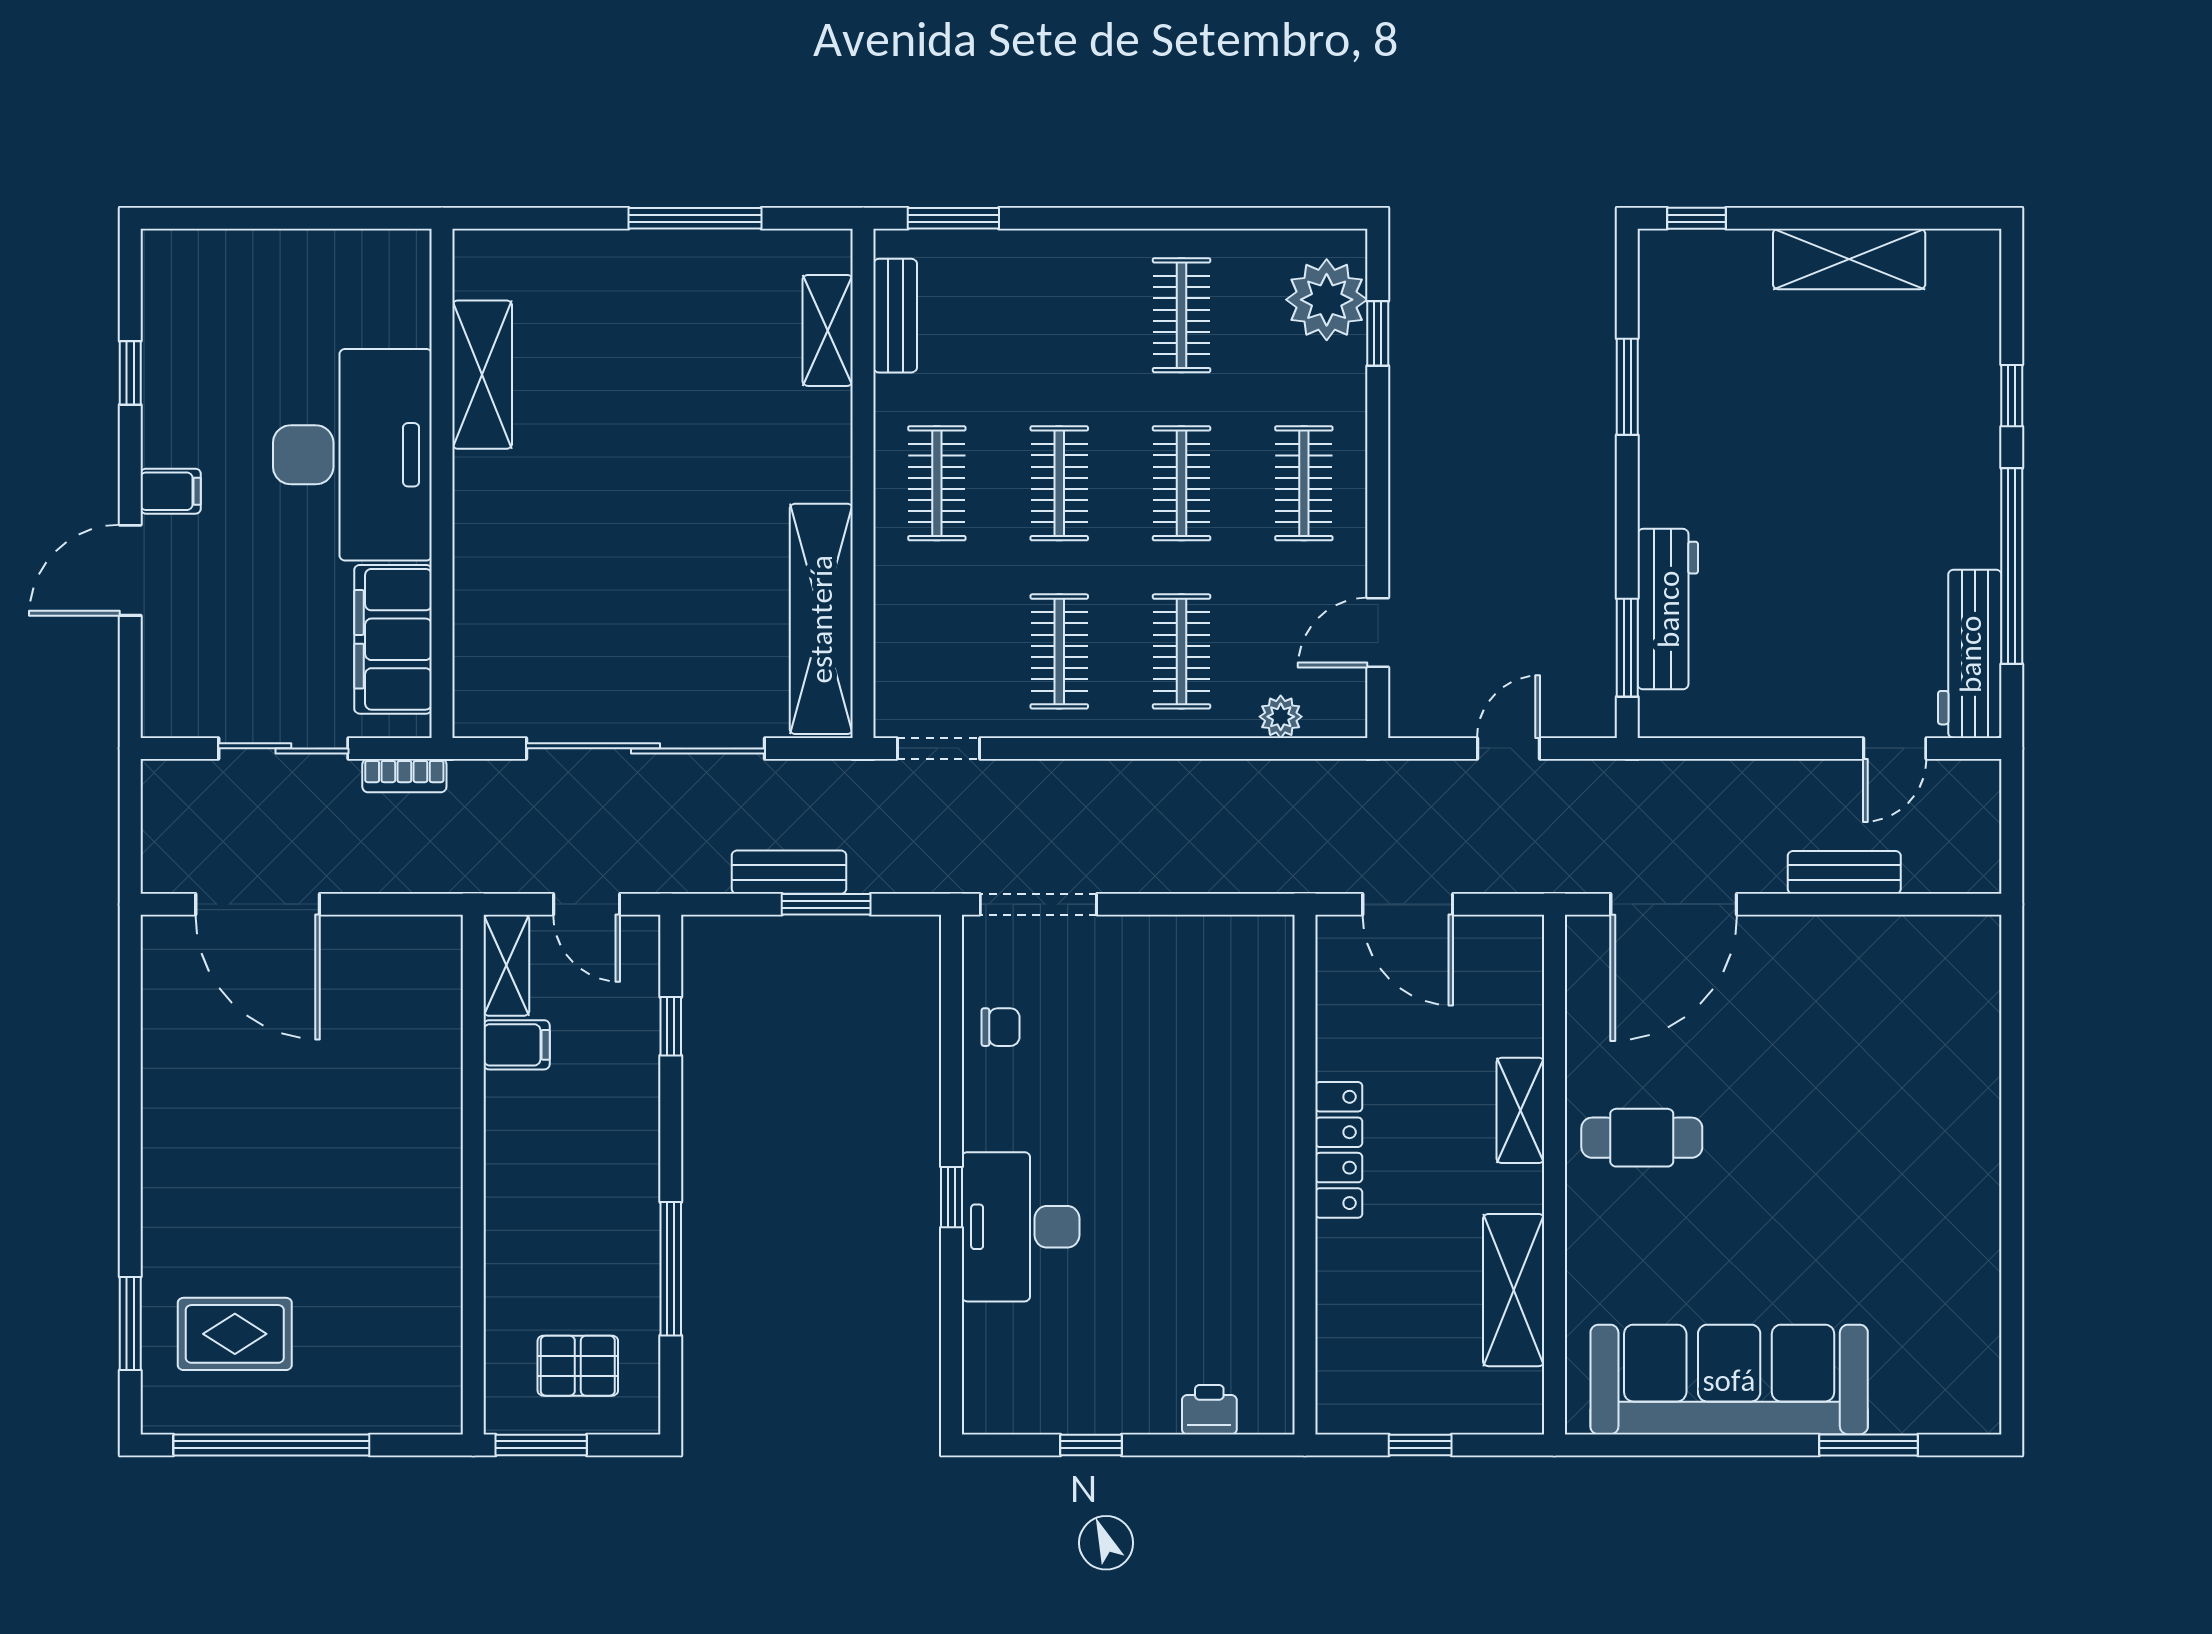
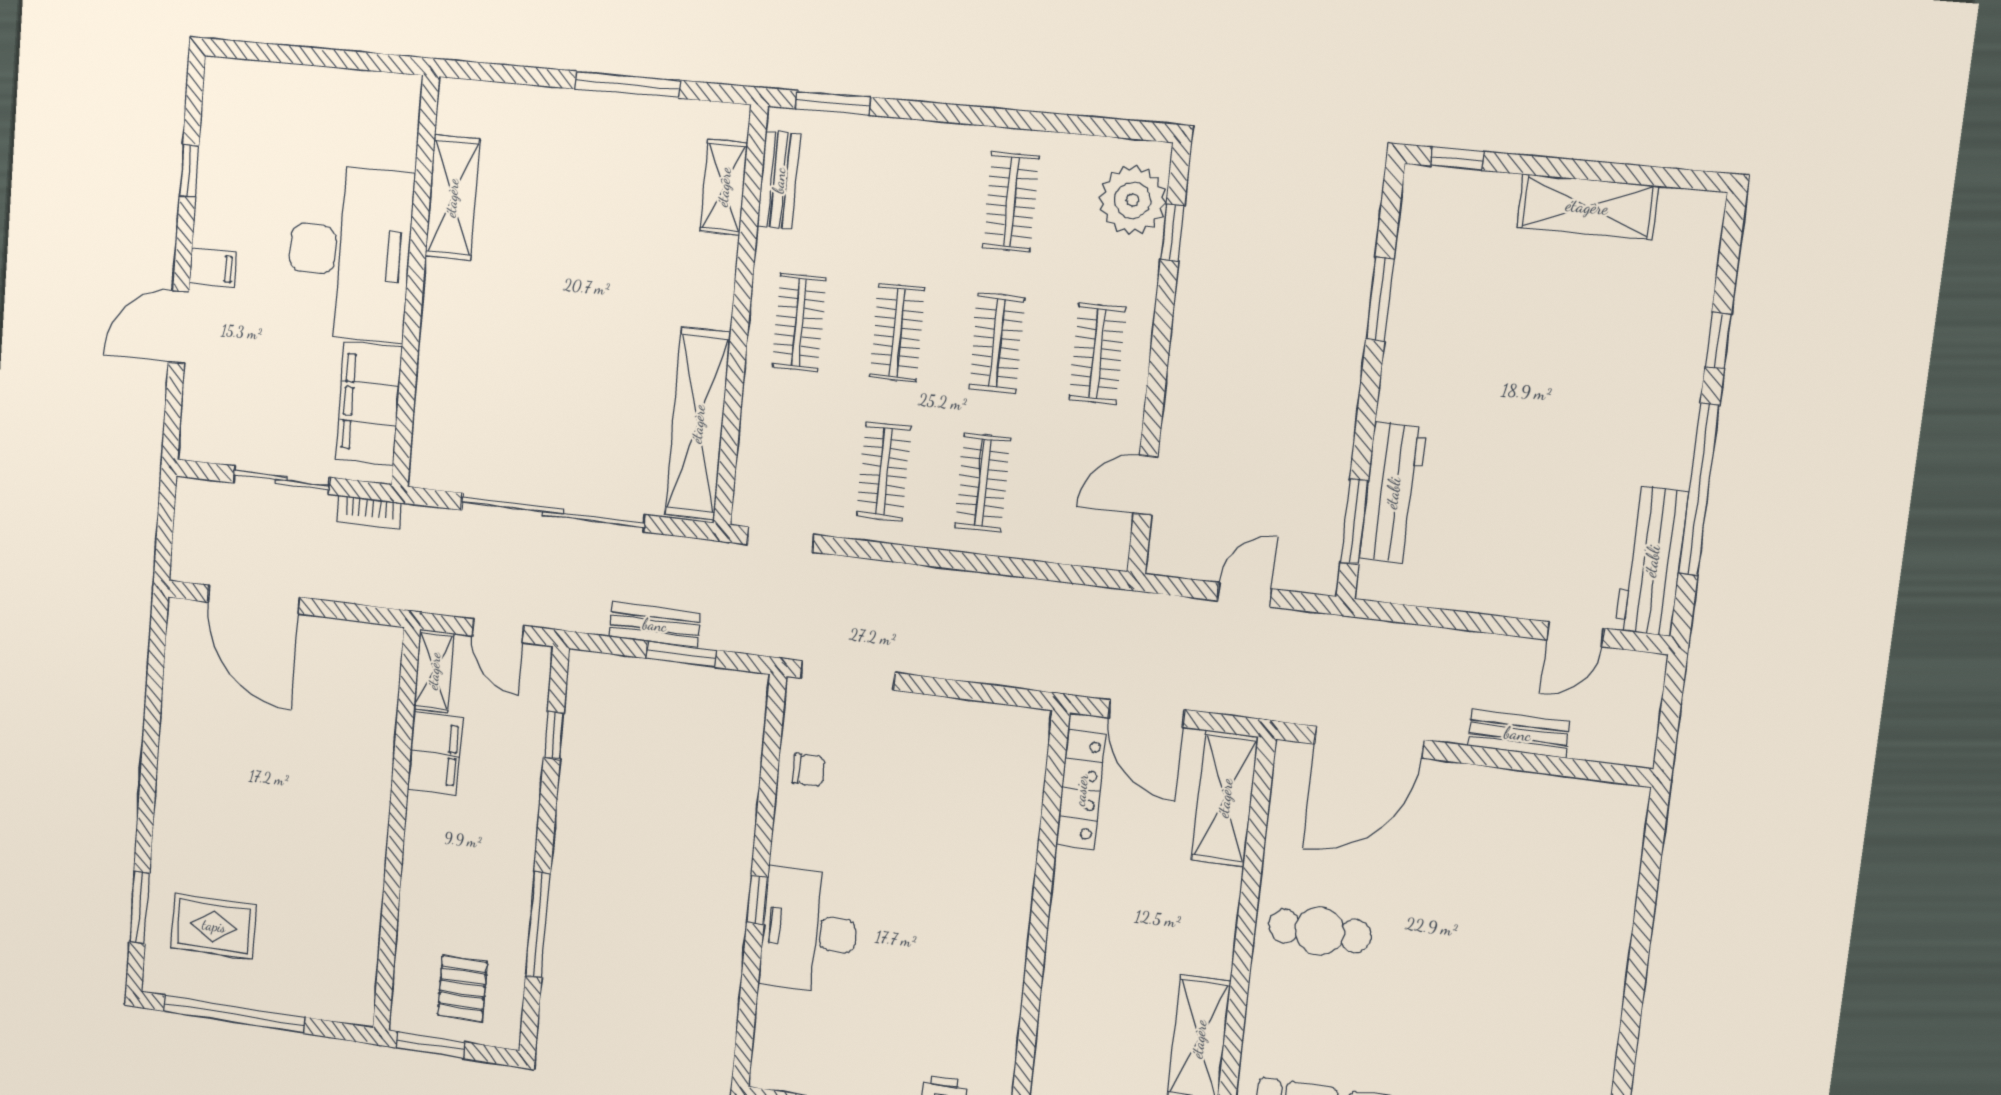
plant: (1281, 717) -> (1058, 546), removed
filing cabinet: (517, 1045) -> (435, 753), width x2.00
shelving: (1520, 1110) -> (1225, 798), moved, width x1.50, depth x1.33
locker: (1339, 1150) -> (1081, 790), moved
pallet: (578, 1366) -> (462, 989), turned 90

